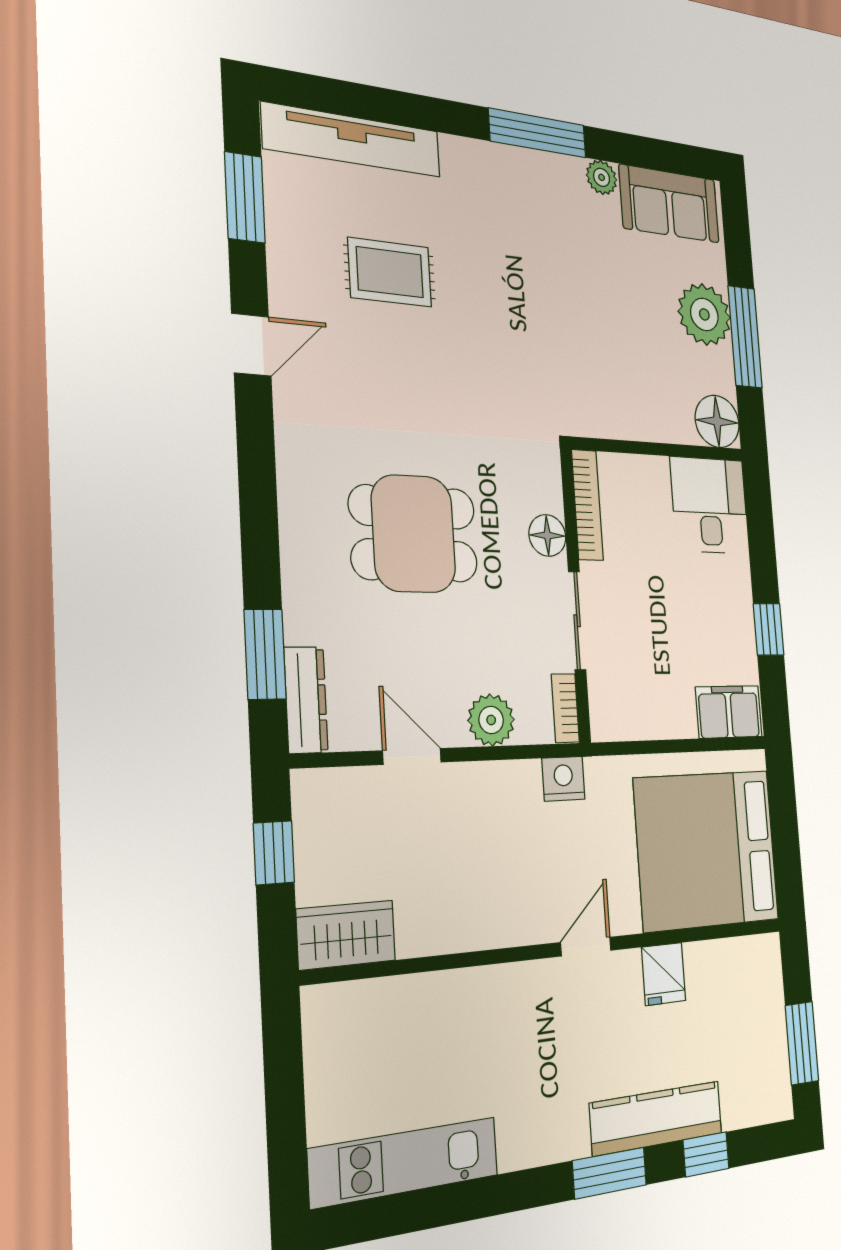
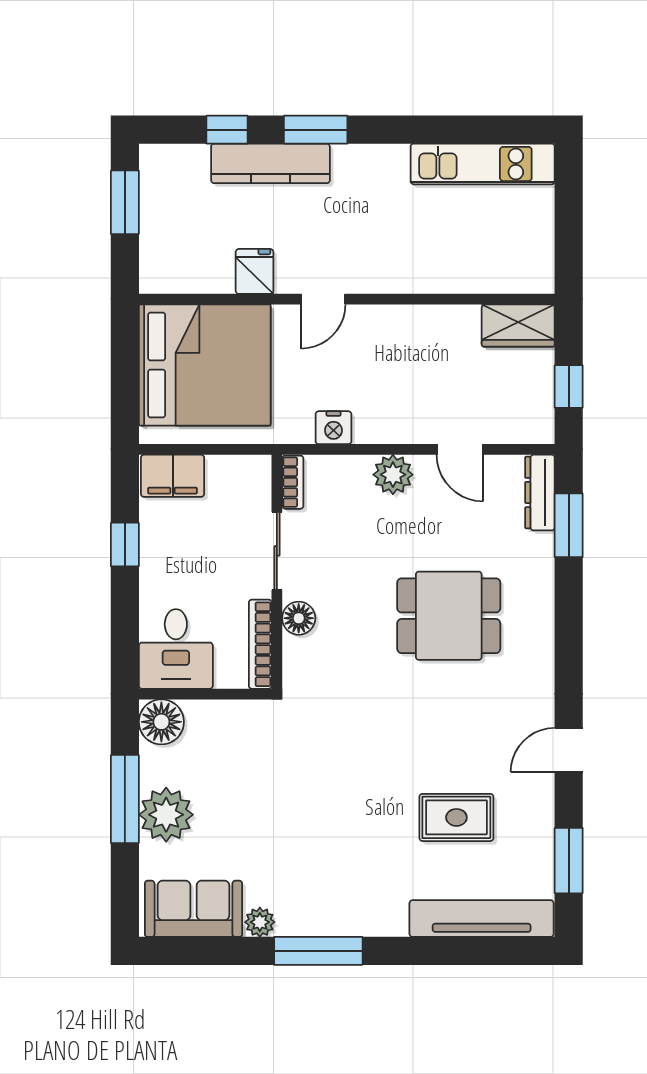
bookcase: (587, 505) -> (260, 644), moved
floor lamp: (547, 535) -> (299, 618), moved
wall: (575, 594) -> (277, 572), moved
sliding door: (577, 621) -> (277, 551), moved
bookcase: (565, 708) -> (293, 482), moved

